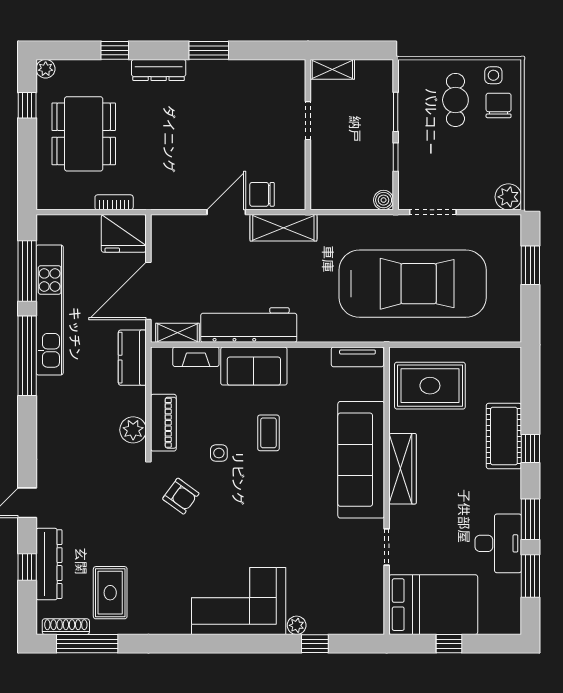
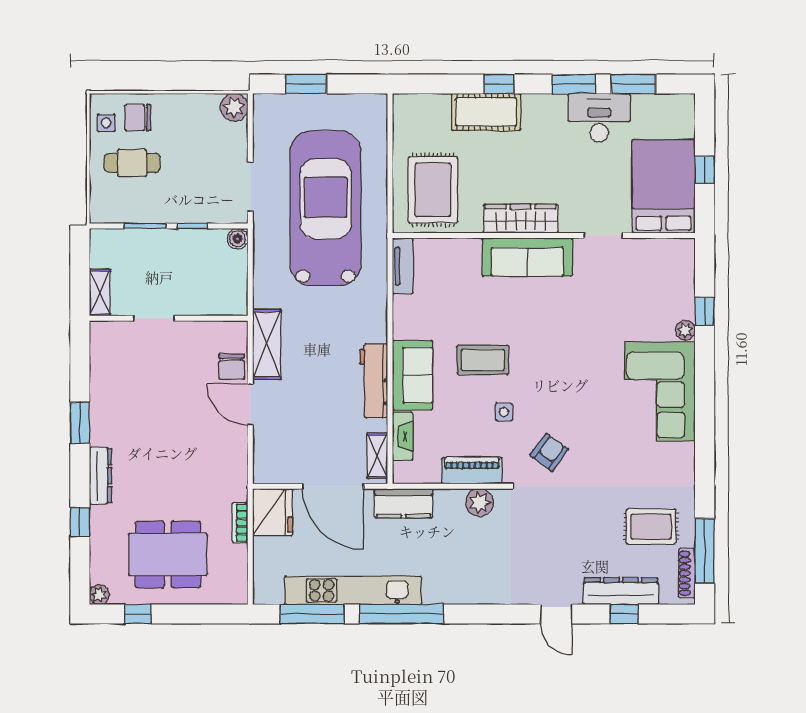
workbench: (249, 325) -> (374, 381), width x0.73, depth x0.76
coffee table: (268, 433) -> (483, 360), width x1.36, depth x1.30
sofa: (361, 460) -> (527, 257), width x0.74, depth x0.79

